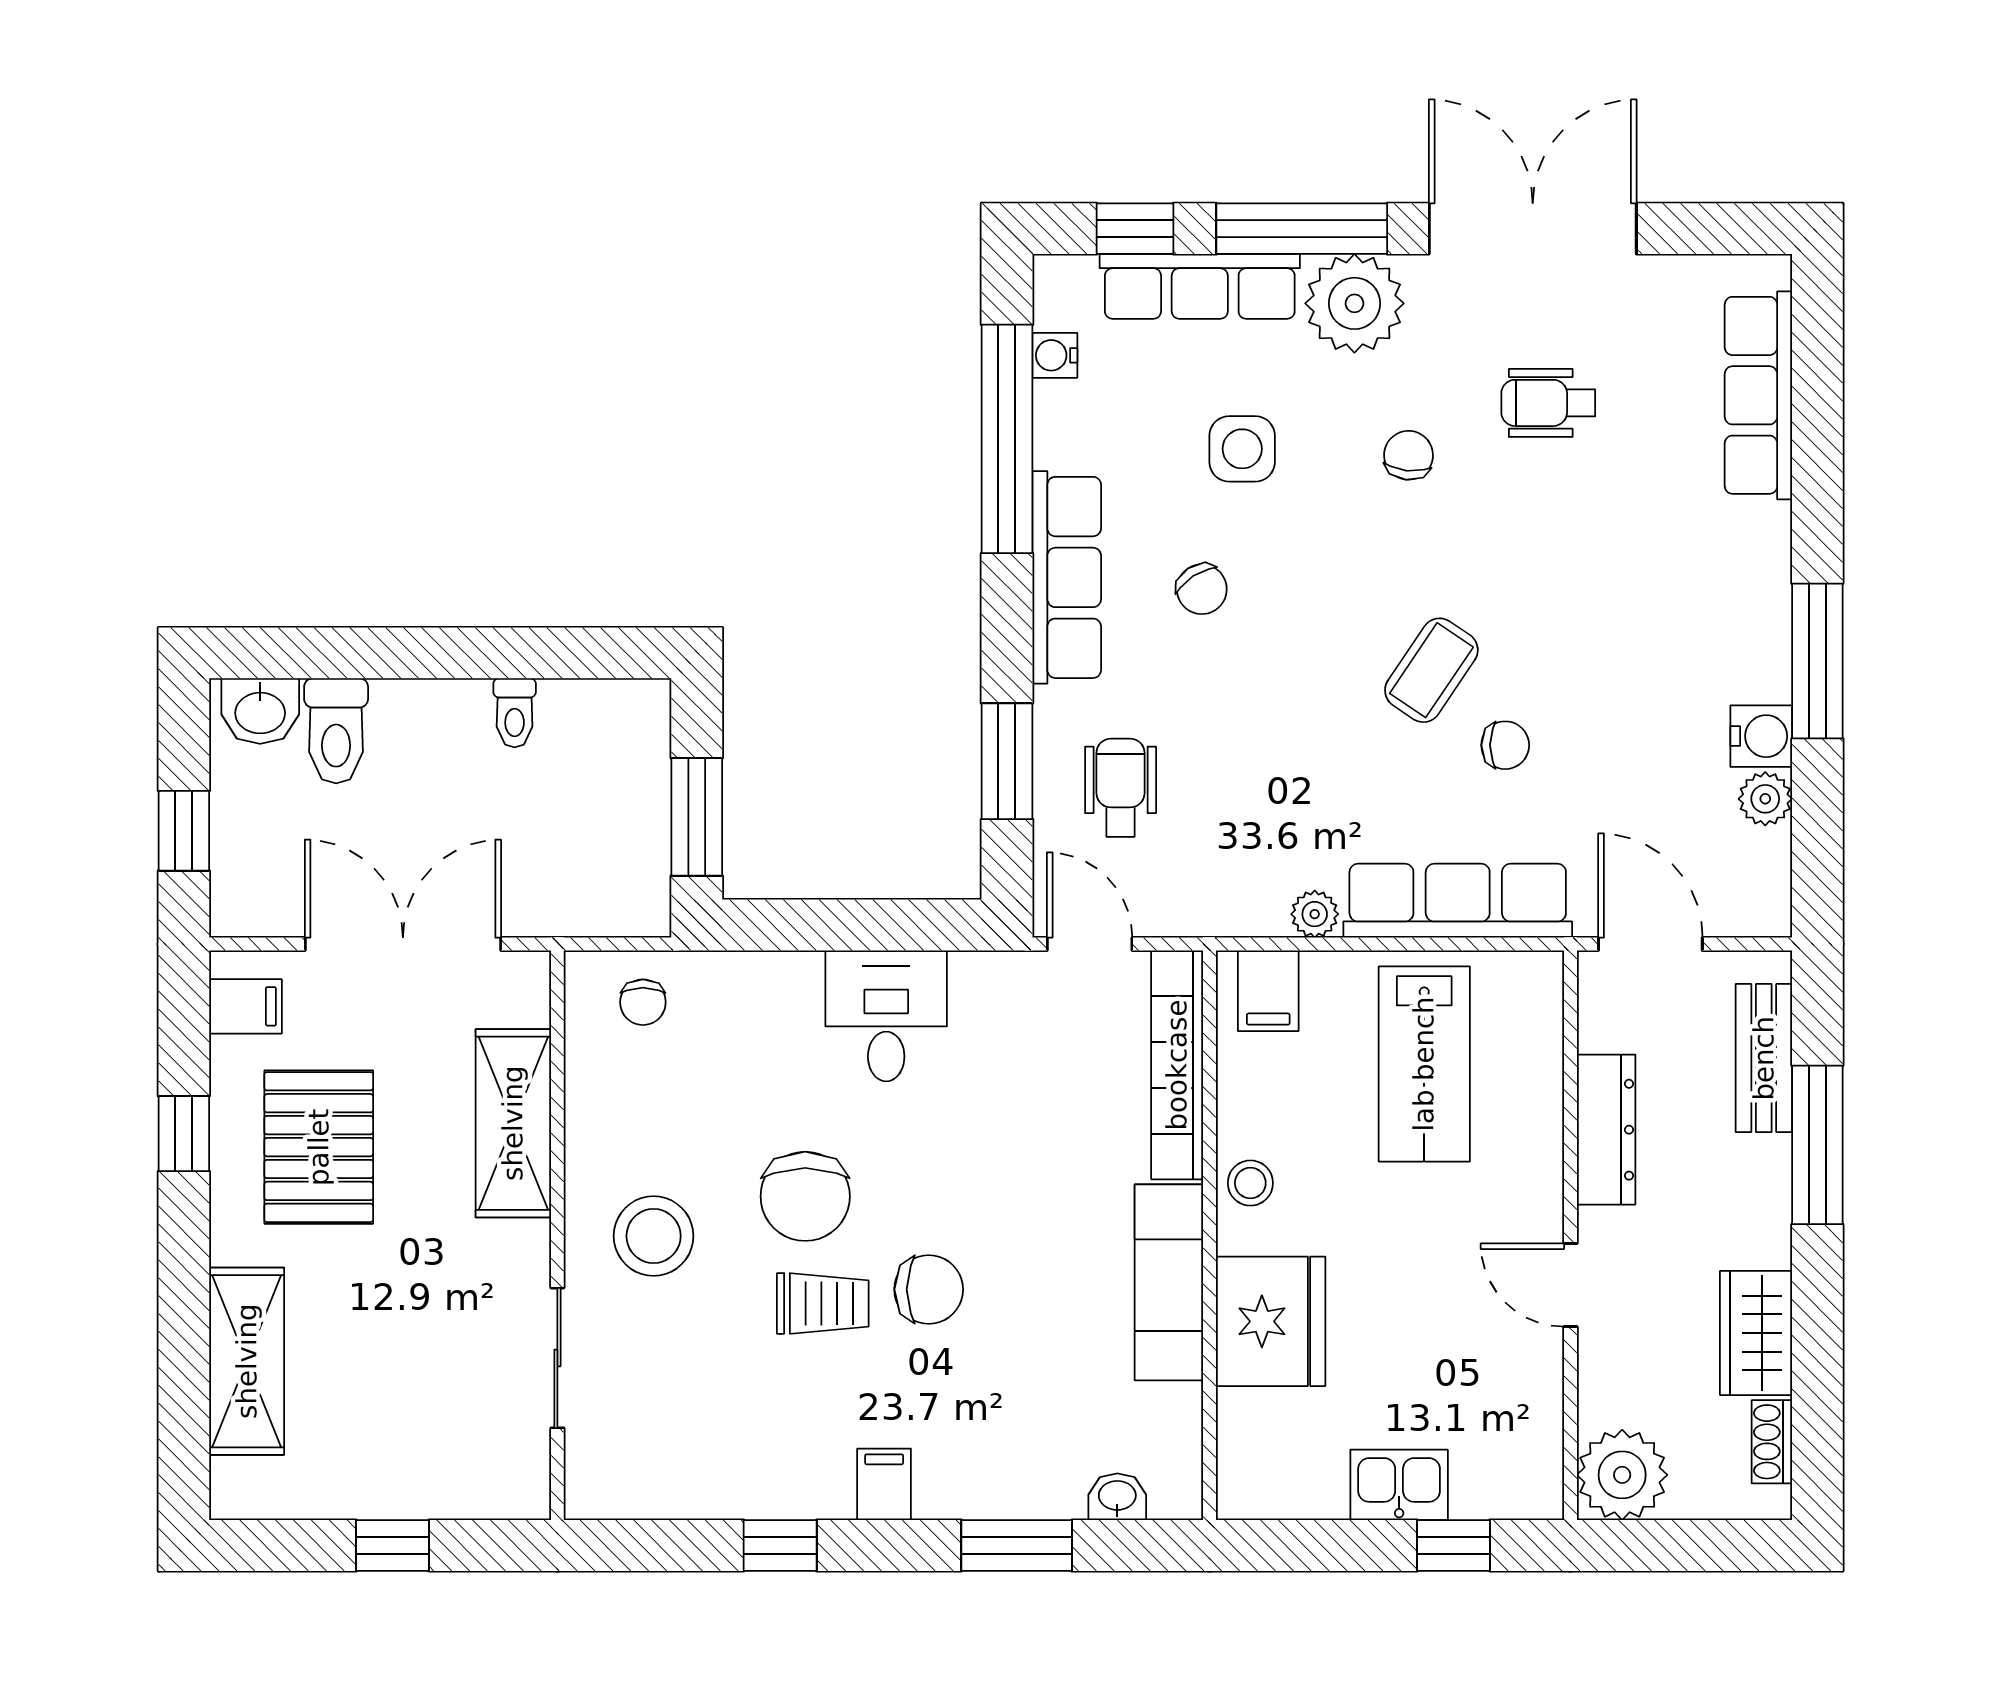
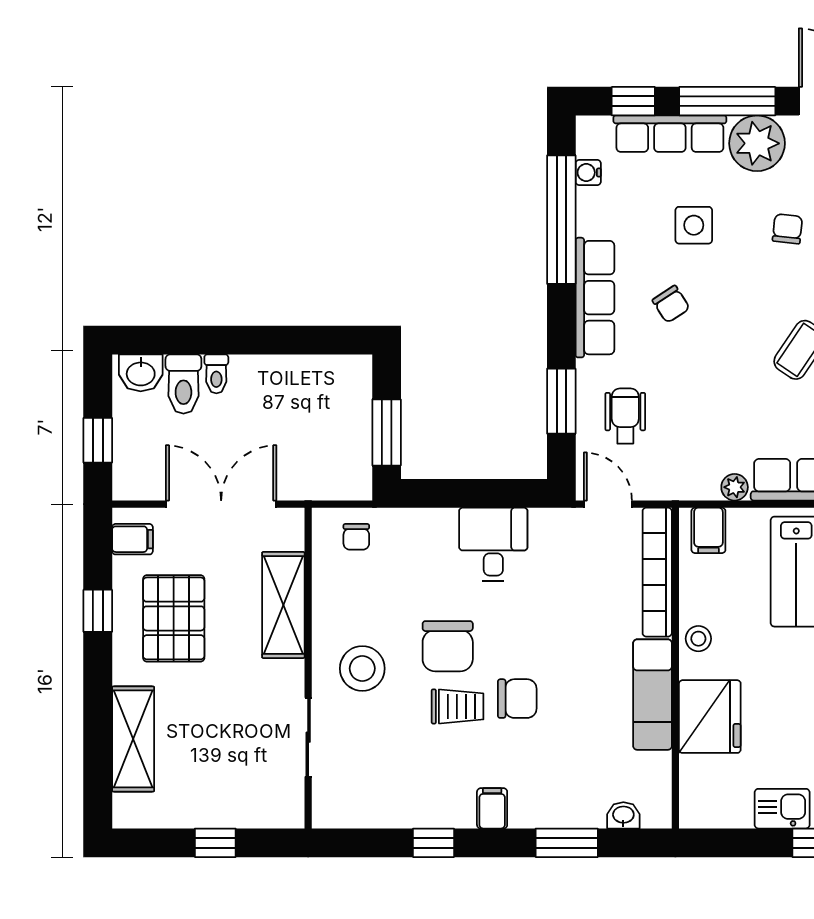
toilet: (515, 713) -> (216, 374), moved

